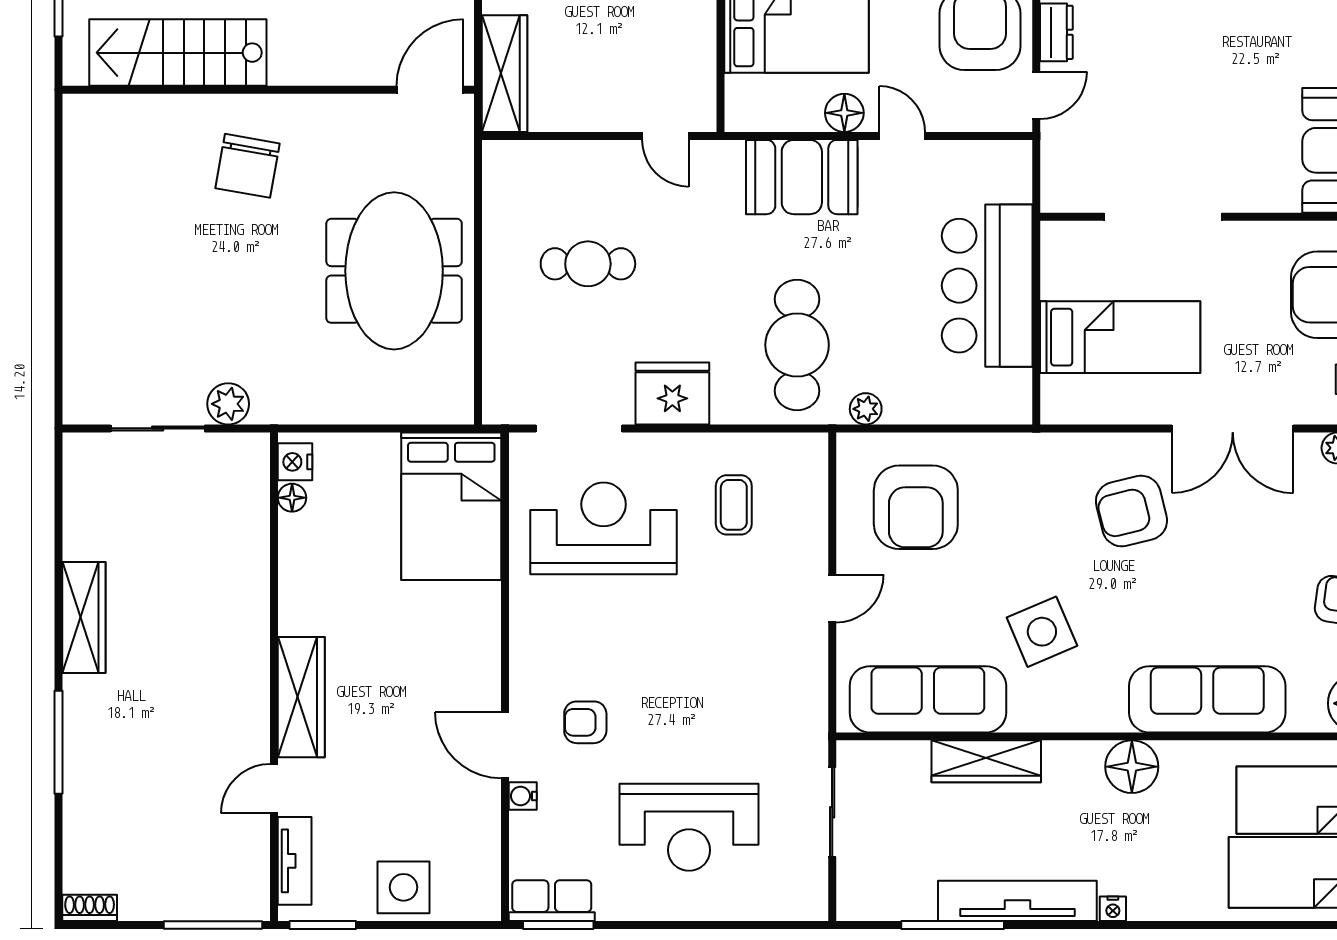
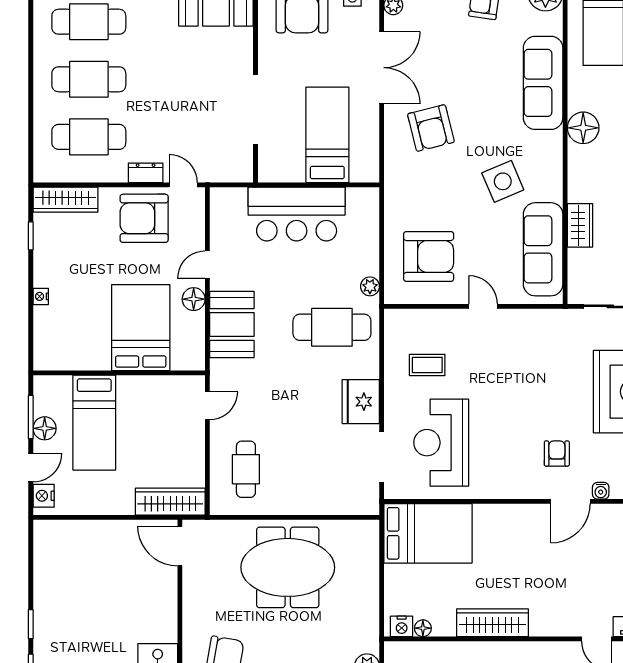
cafe table: (588, 264) -> (246, 469), moved
wardrobe: (301, 697) -> (492, 623), moved
armchair: (585, 722) -> (557, 453), turned 180
wardrobe: (986, 761) -> (580, 225), width x0.67

